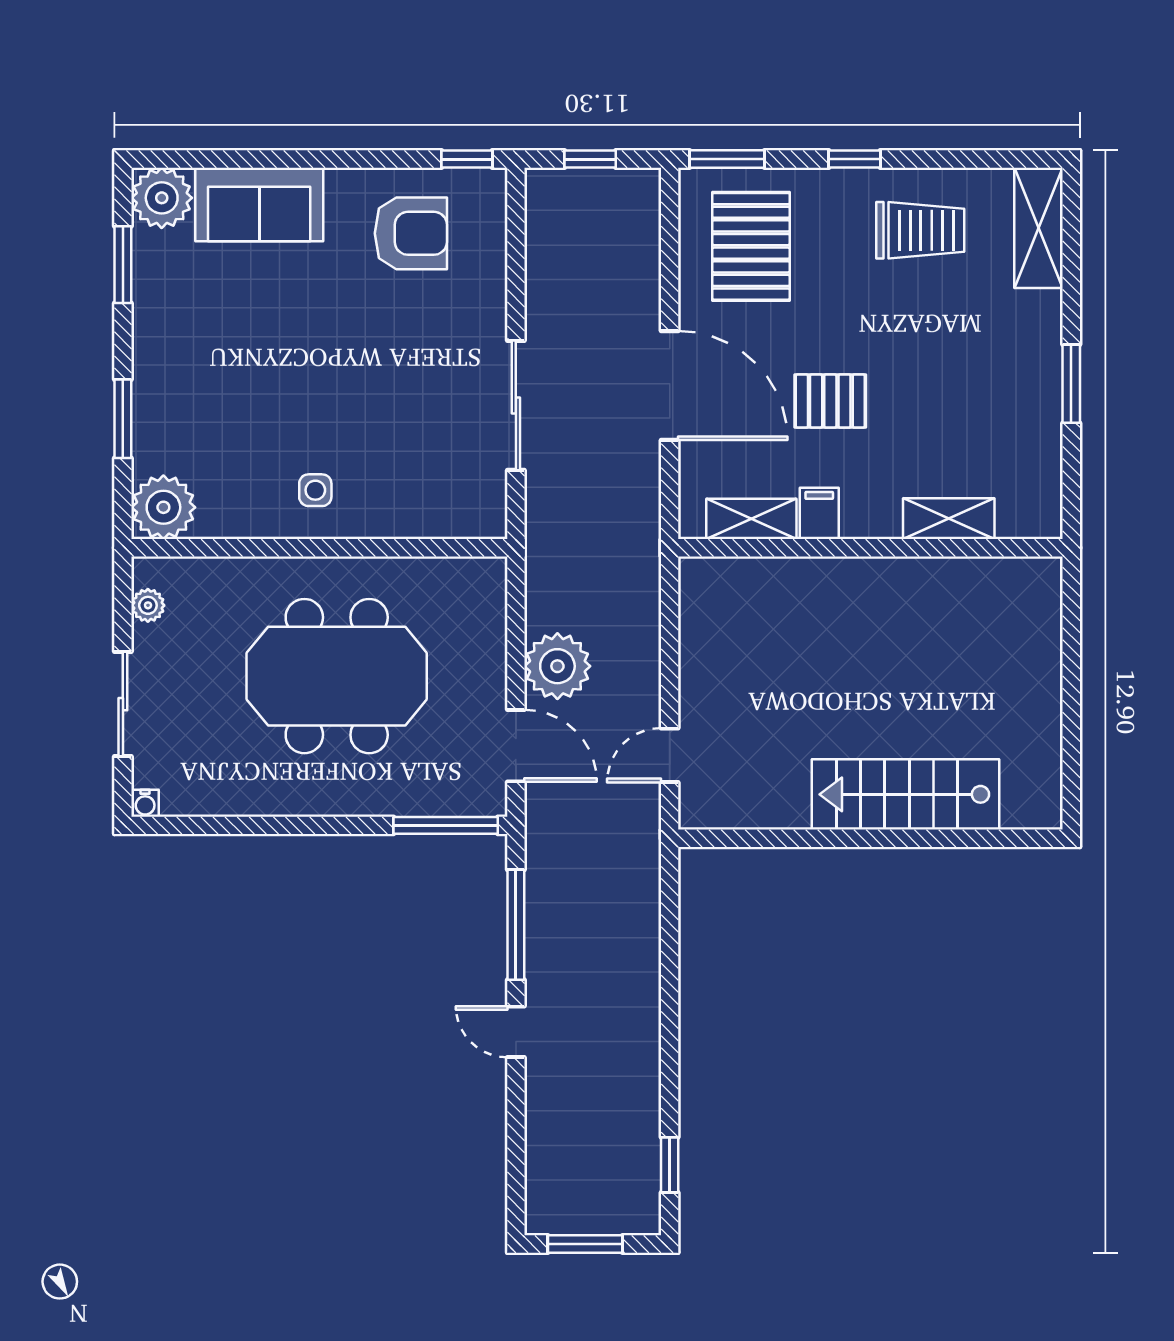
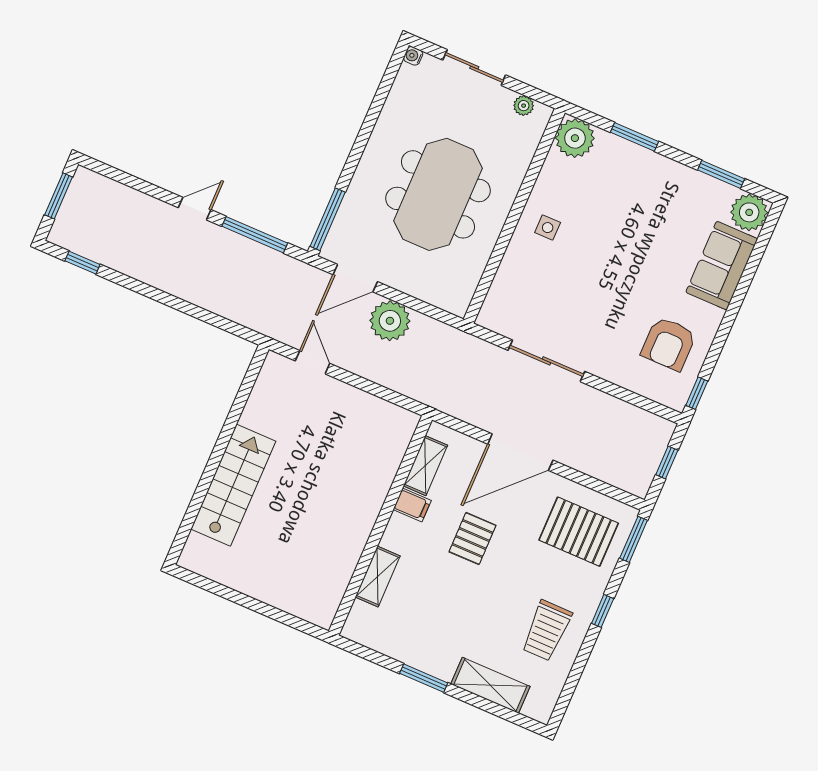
shelving: (1039, 228) -> (490, 685), moved

